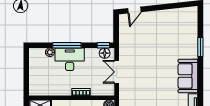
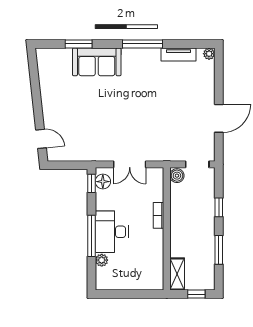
window: (200, 47) -> (79, 44), moved
sofa: (188, 76) -> (97, 62), moved
window: (200, 81) -> (142, 44), added

